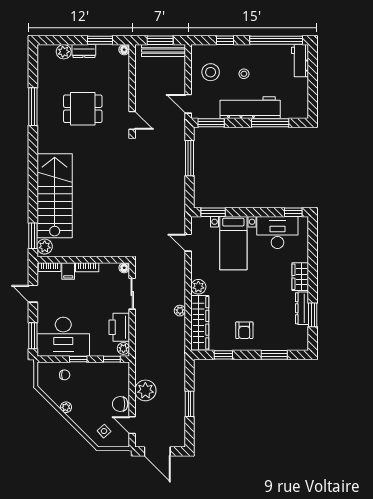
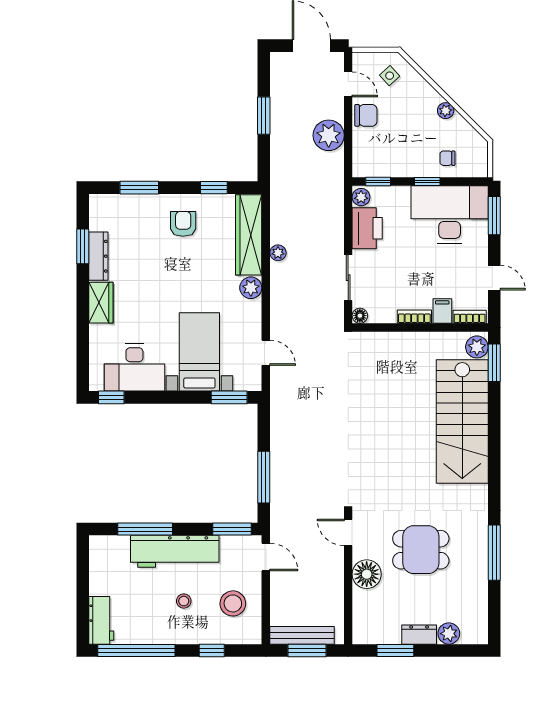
floor lamp: (124, 50) -> (367, 574), moved, width x1.89, depth x1.89

